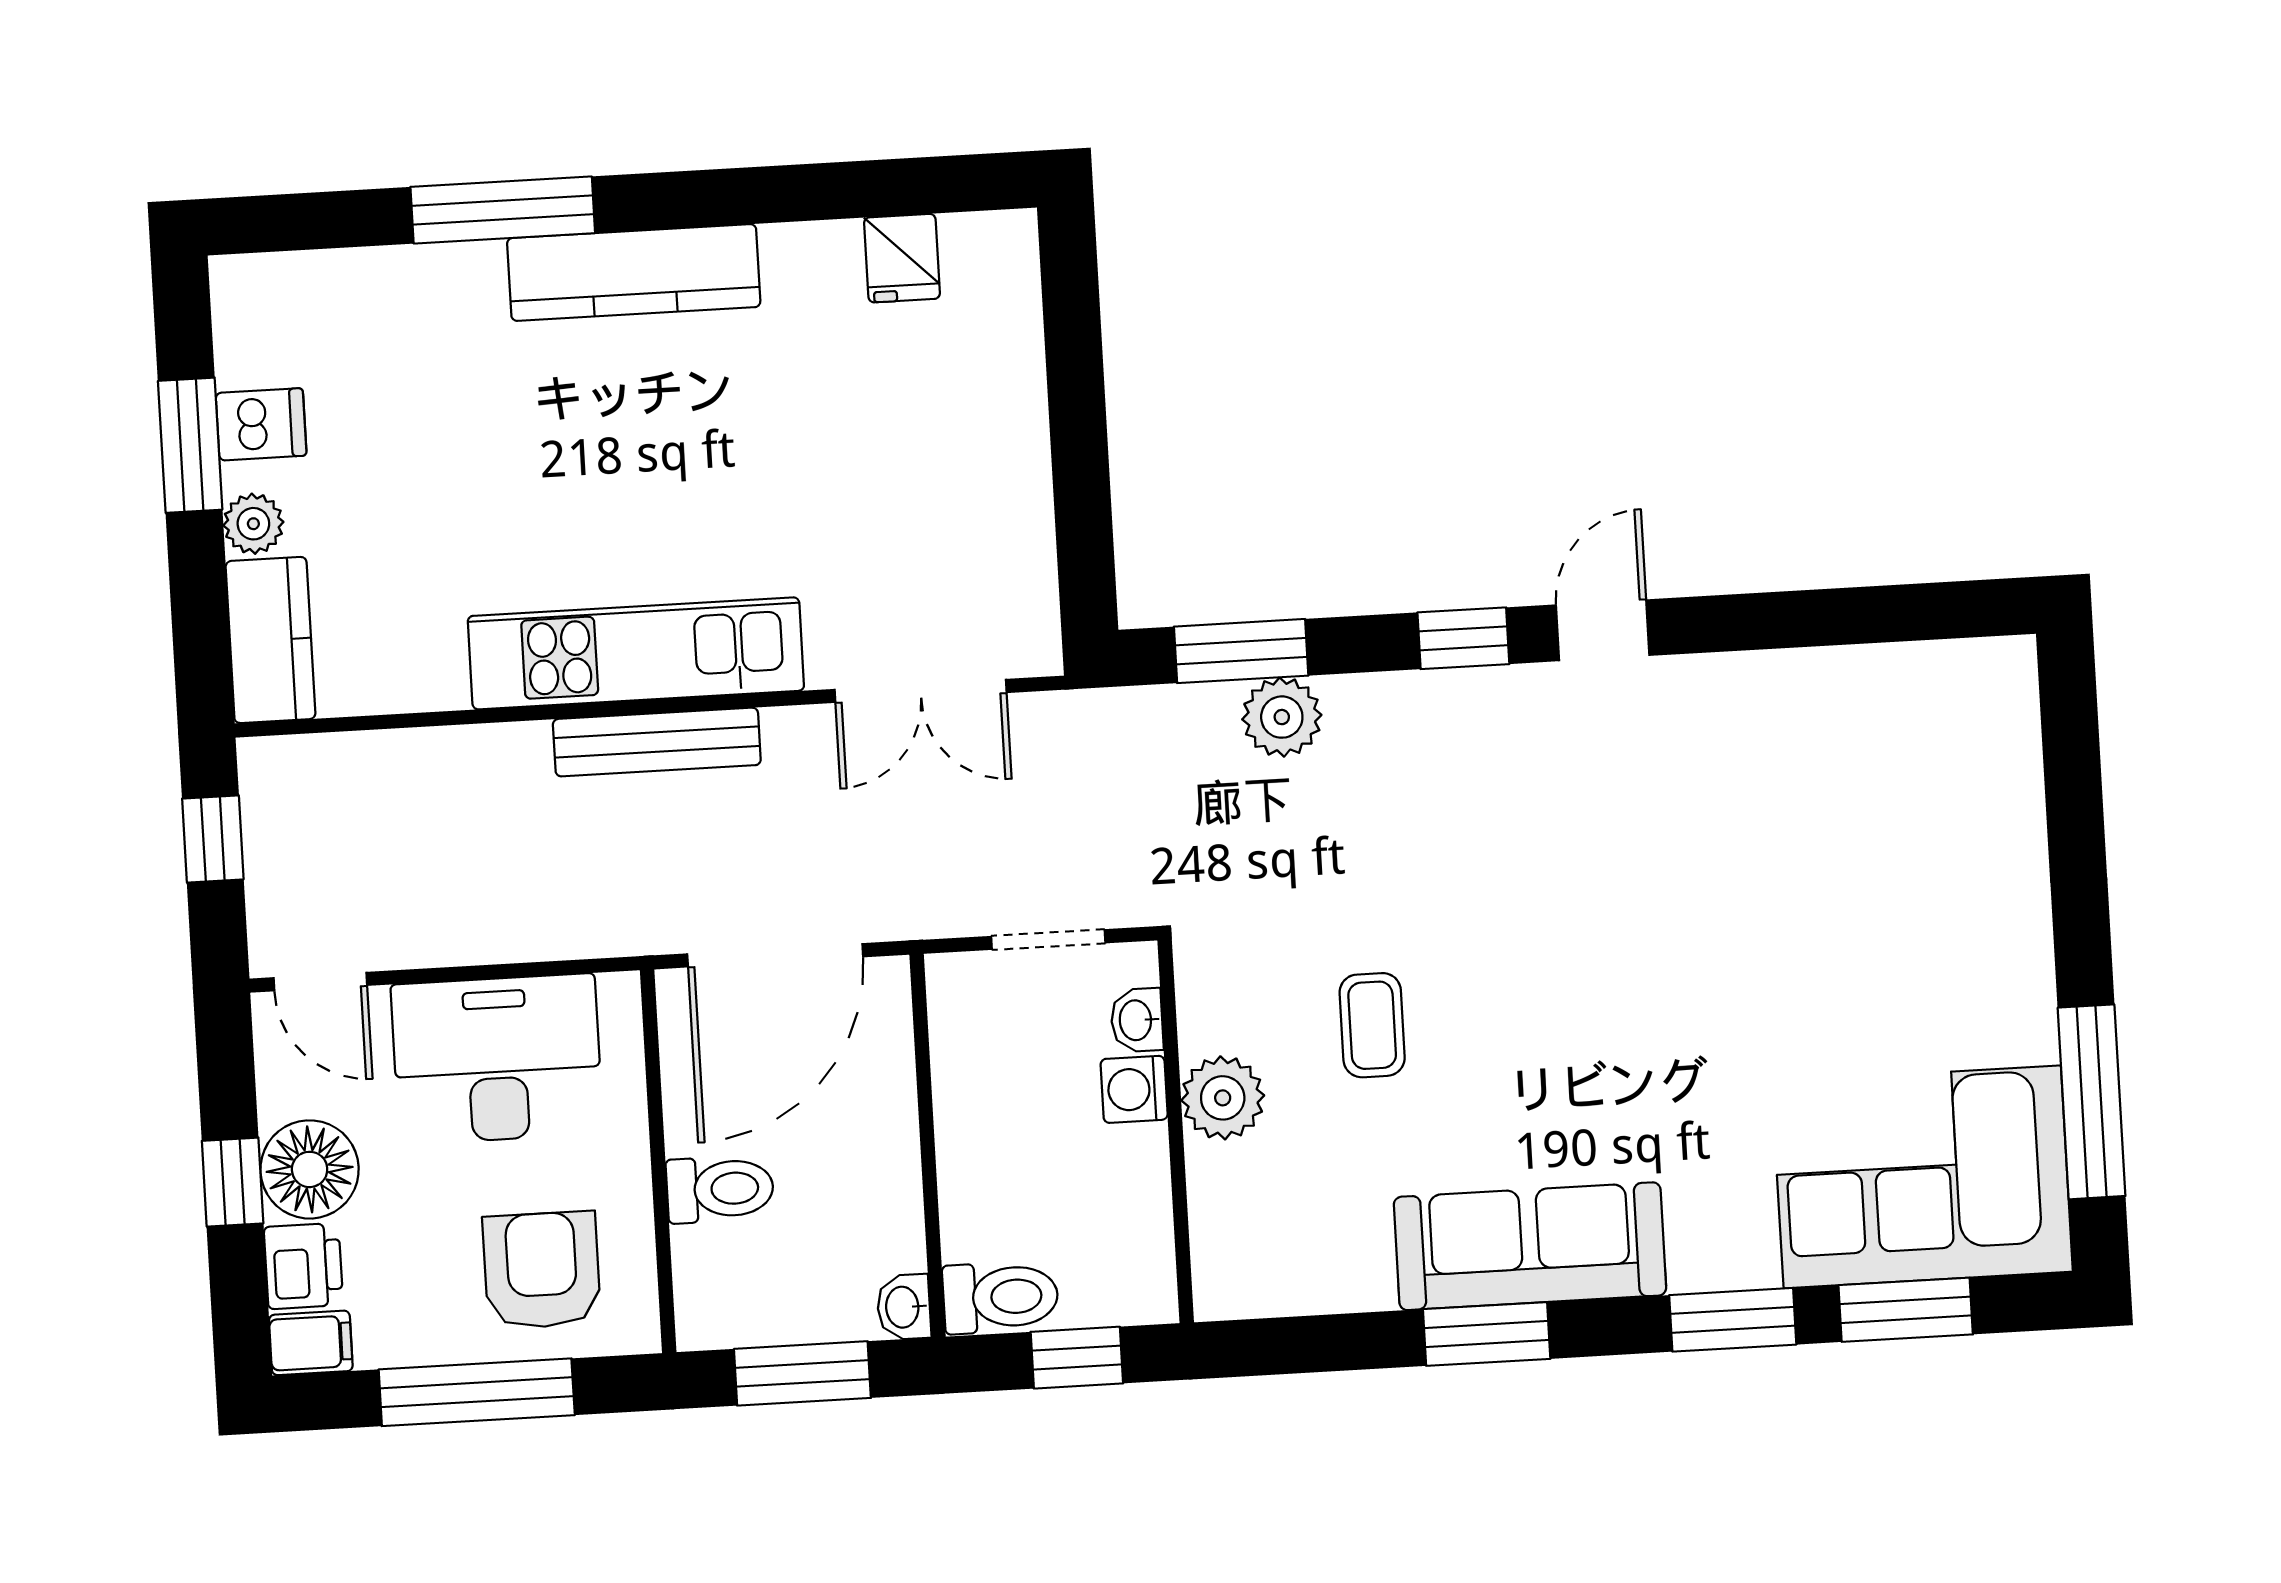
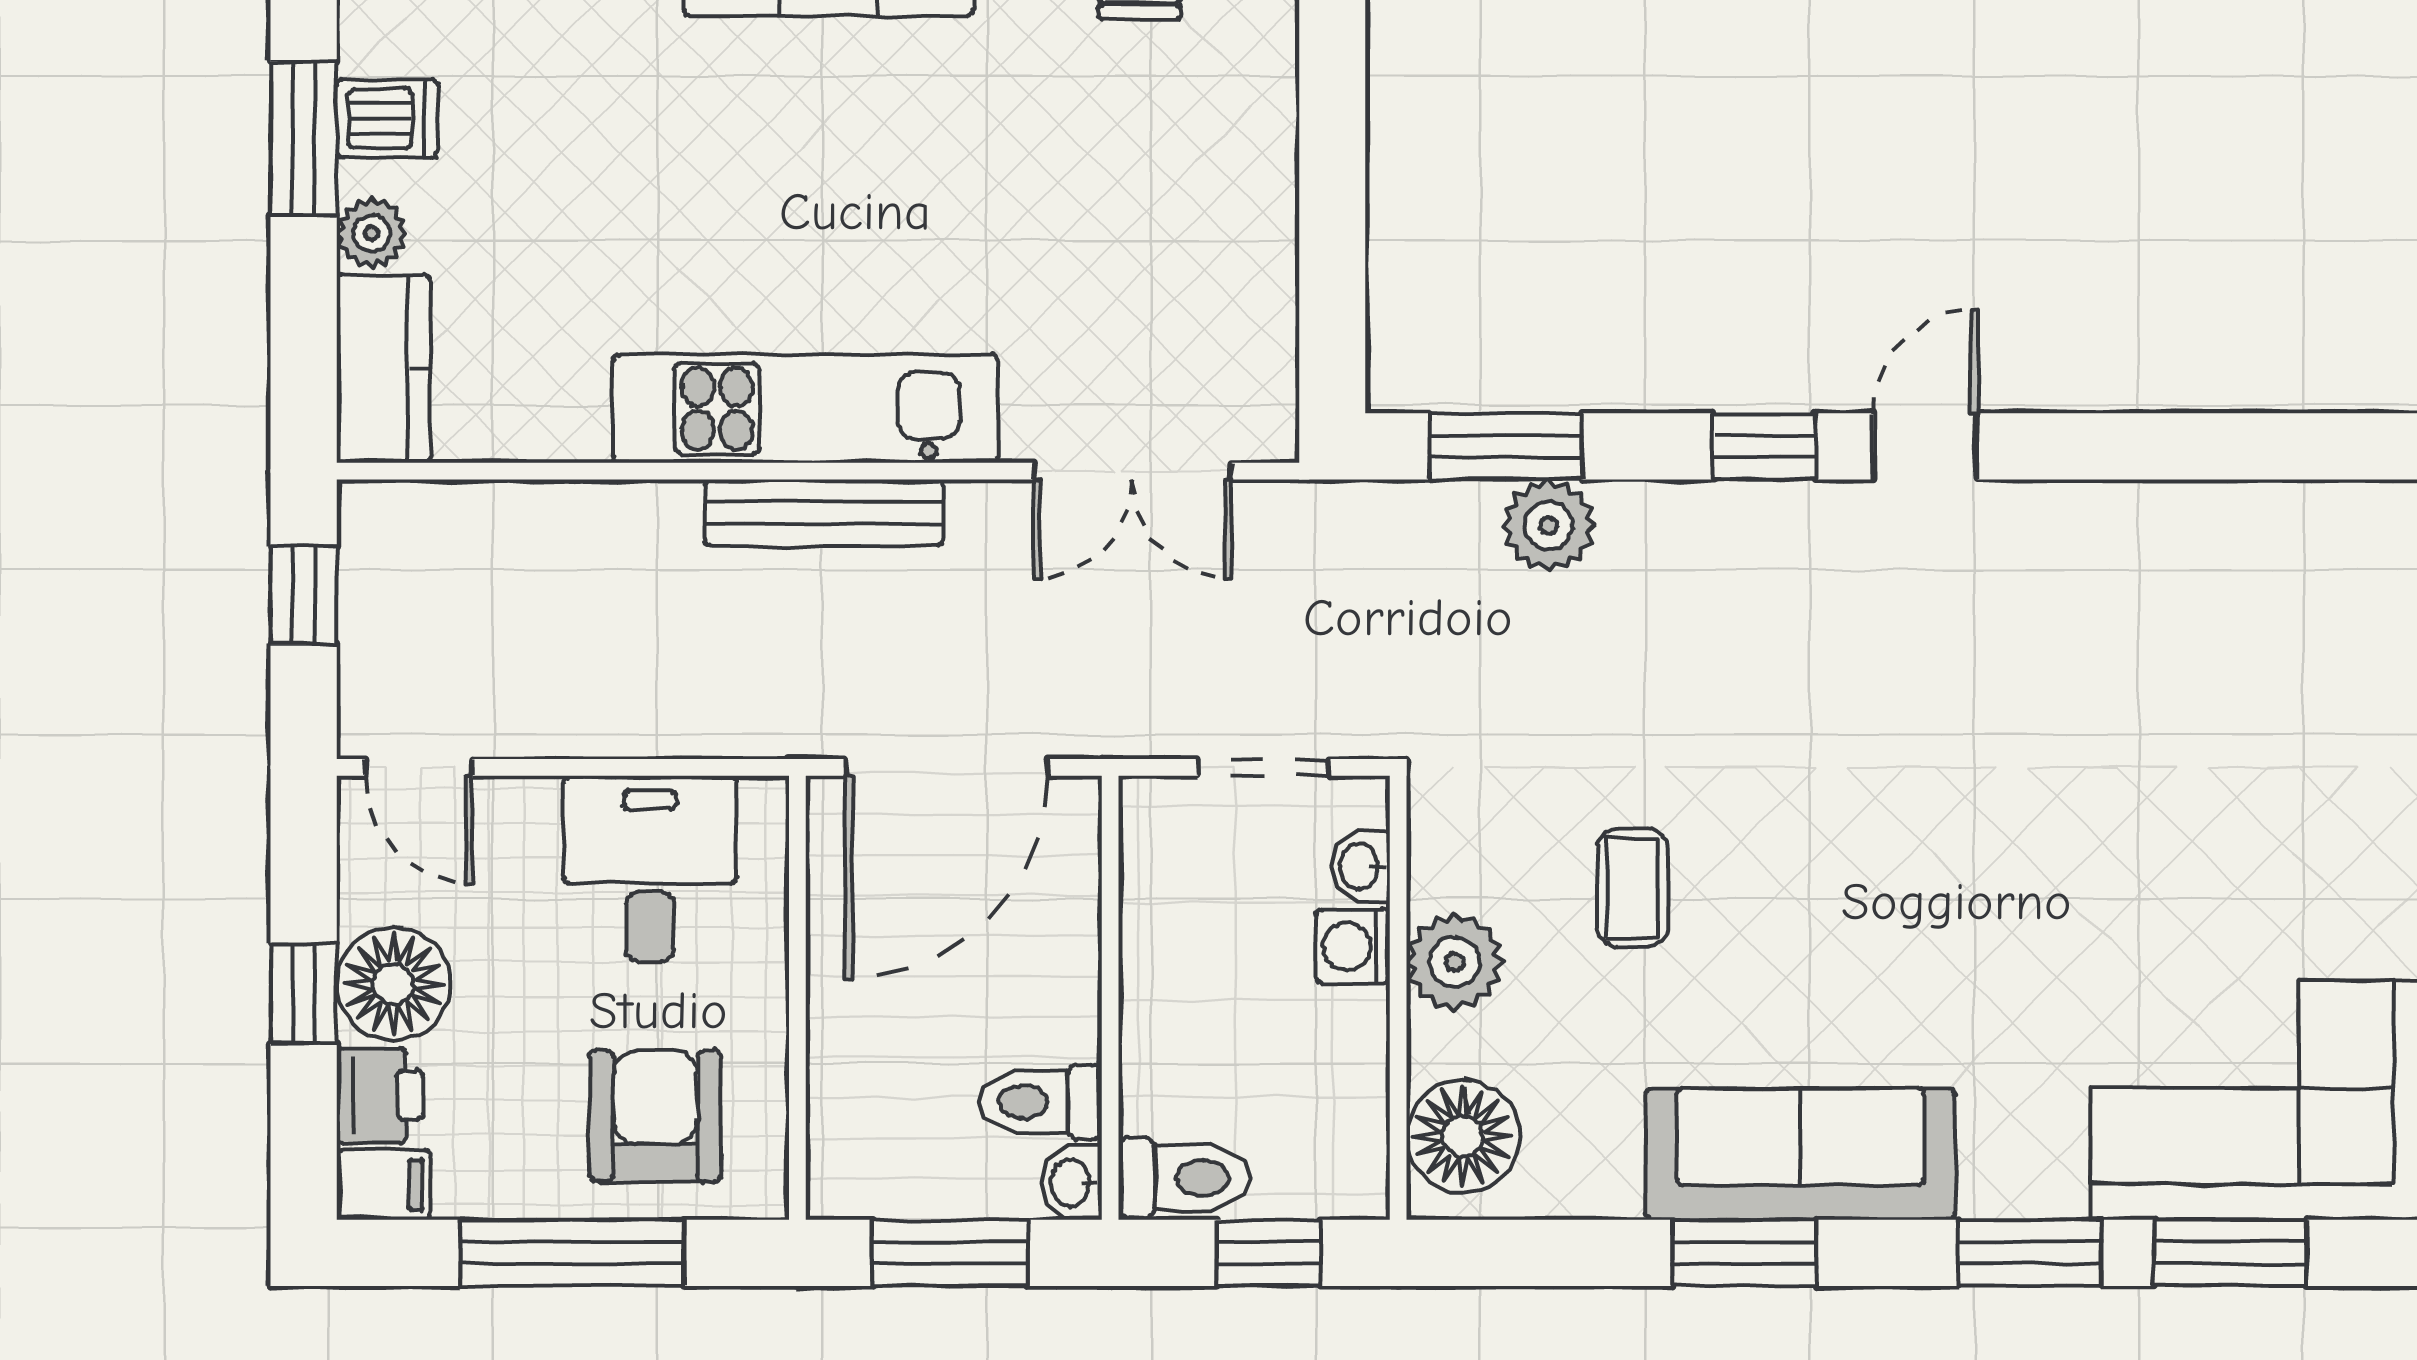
desk: (497, 1059) -> (650, 869), width x0.73
toilet: (720, 1189) -> (1040, 1102), moved, turned 180
floor lamp: (1238, 1248) -> (1463, 1136), added

